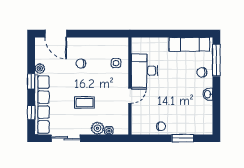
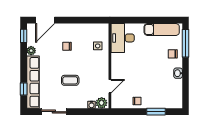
door: (56, 34) -> (45, 20), hinge flipped
desk: (144, 71) -> (123, 38), moved
window: (31, 81) -> (24, 36), moved
door: (130, 96) -> (110, 86), moved
plant: (97, 128) -> (102, 103), moved

